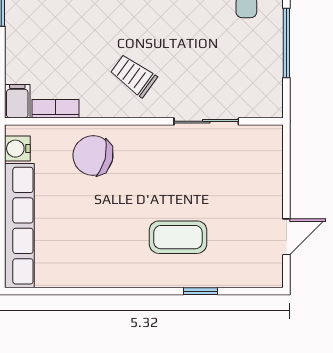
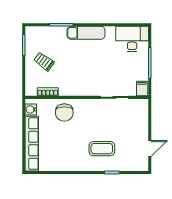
trolley: (134, 76) -> (44, 61), moved
filing cabinet: (17, 101) -> (142, 89), moved
chair: (93, 156) -> (64, 113), turned -104

